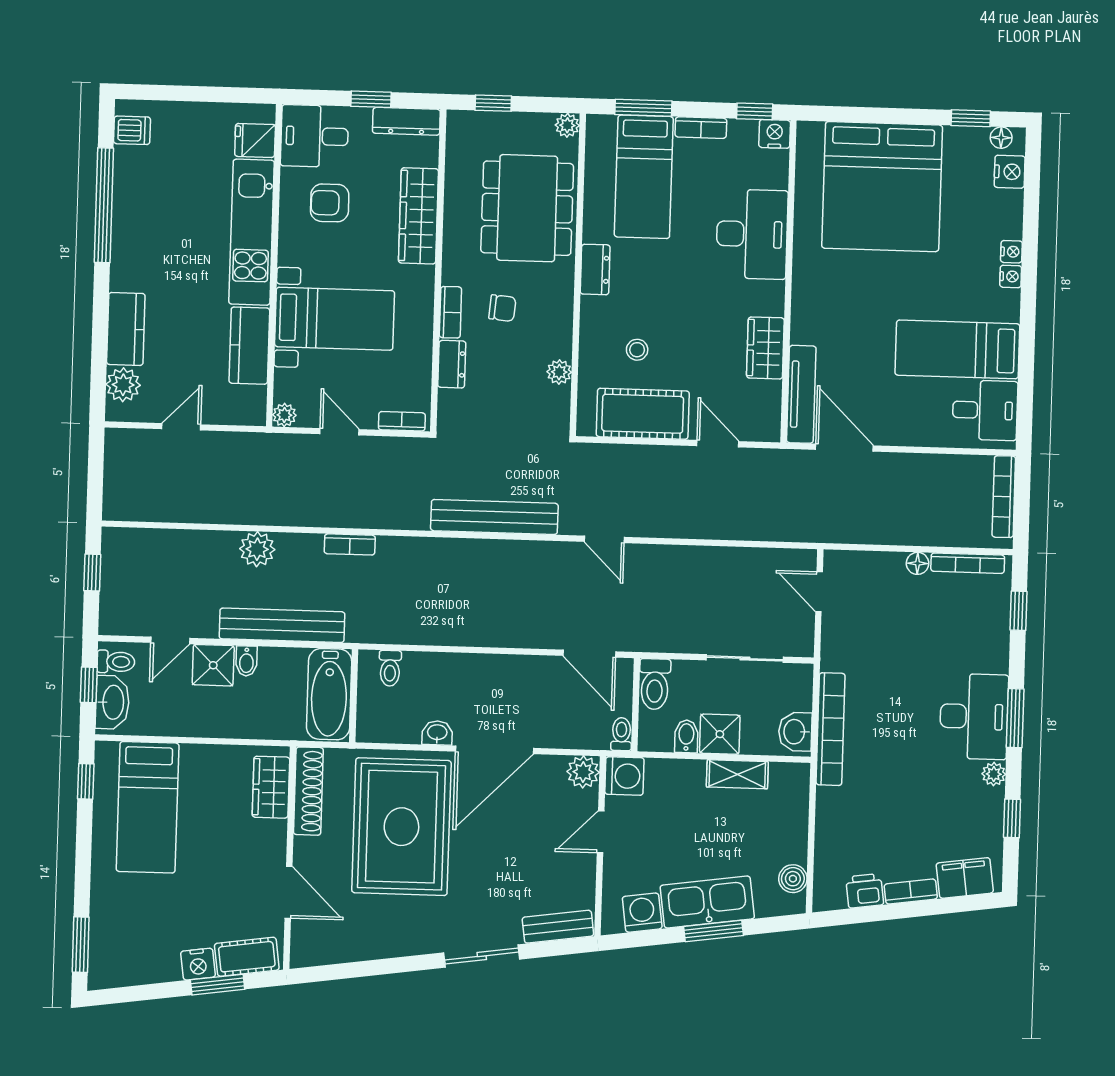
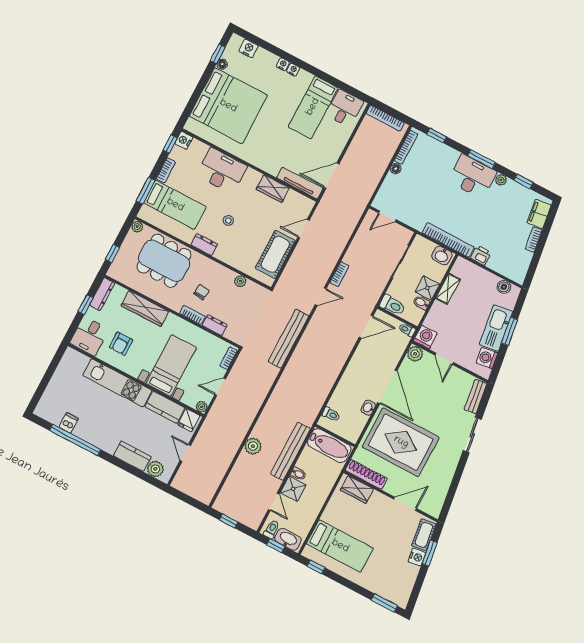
dishwasher: (132, 130) -> (69, 423), moved
floor lamp: (1001, 138) -> (222, 64), moved
fridge: (255, 140) -> (189, 420), moved
stool: (637, 350) -> (228, 221), moved
bookcase: (350, 544) -> (340, 274), moved
printer: (865, 891) -> (481, 255), moved, turned 98

